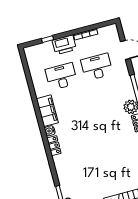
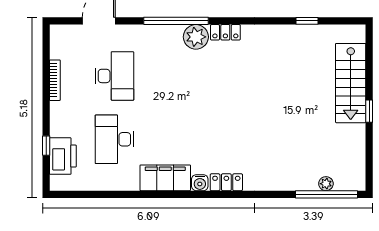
printer: (64, 45) -> (63, 156), moved
desk: (97, 67) -> (114, 76), turned 180

